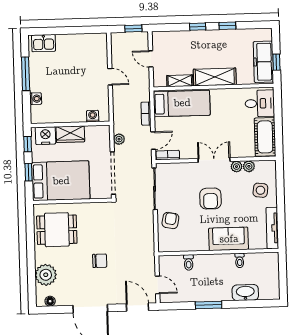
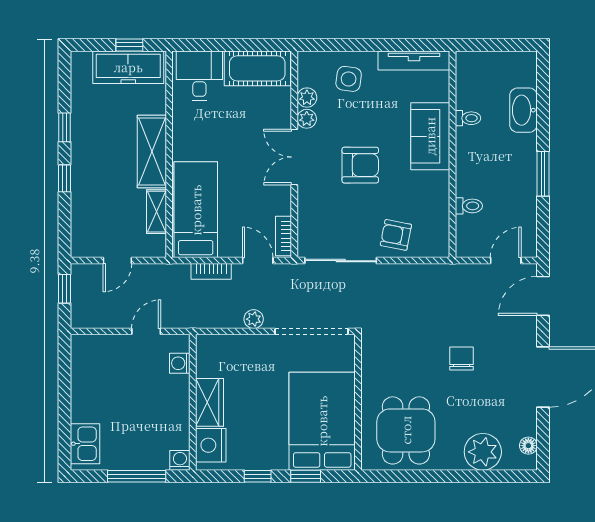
washing machine: (93, 116) -> (180, 363), moved
wall: (70, 124) -> (193, 402), moved
wardrobe: (70, 134) -> (210, 402), moved
nightstand: (45, 136) -> (211, 445), moved

